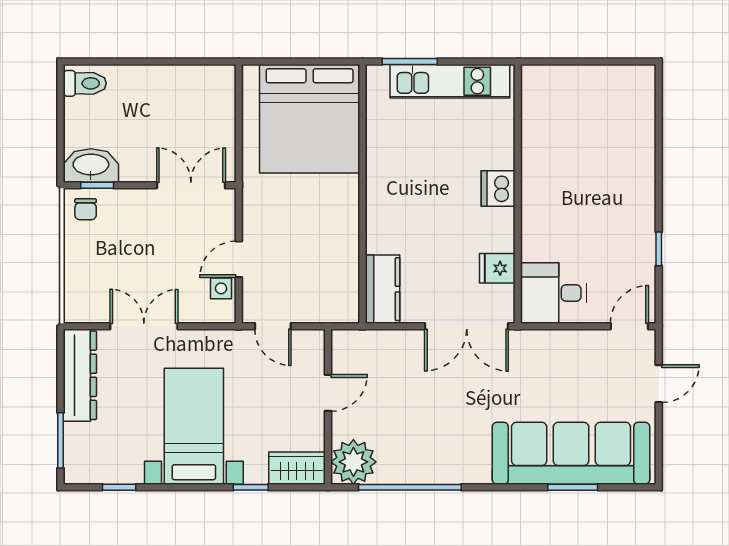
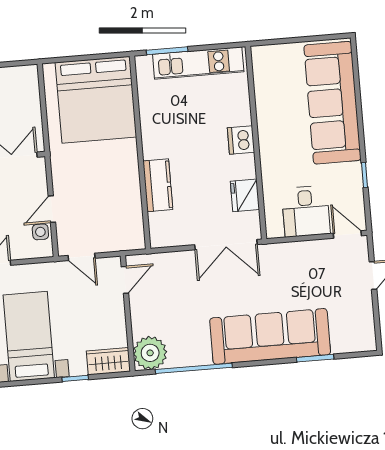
sofa: (624, 149) -> (332, 103), added
fridge: (497, 268) -> (245, 195), width x1.38
kitchen counter: (382, 289) -> (158, 185), moved
desk: (553, 293) -> (306, 211), moved, turned -90
door: (629, 326) -> (347, 234), hinge flipped
door: (328, 393) -> (125, 280), moved
sofa: (571, 453) -> (270, 336), moved

